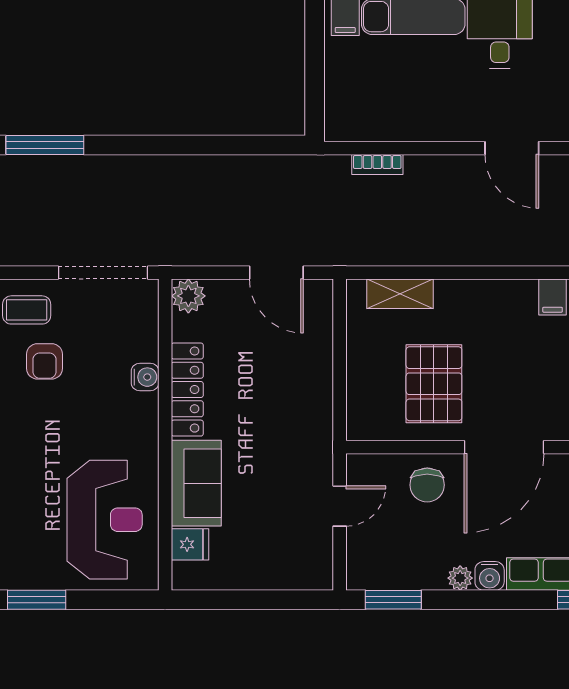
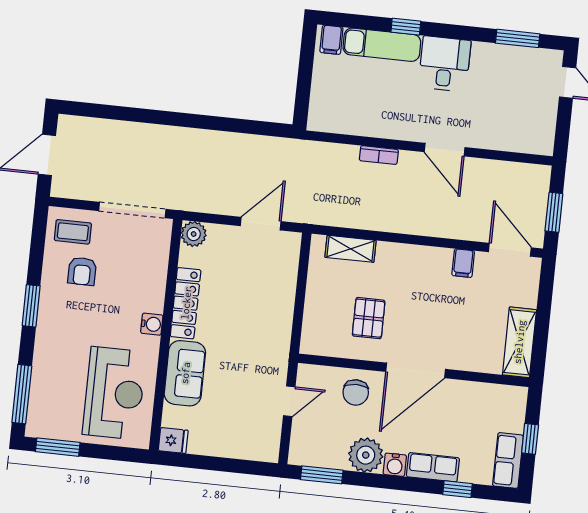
window: (45, 145) -> (99, 111), removed
bookcase: (377, 164) -> (379, 155), moved
door: (276, 273) -> (261, 224), swing flipped
water cooler: (145, 377) -> (152, 324), moved
pallet: (434, 384) -> (369, 318), width x0.67, depth x0.71
fridge: (190, 544) -> (173, 440), moved
plant: (460, 578) -> (366, 455), width x1.88, depth x1.88

